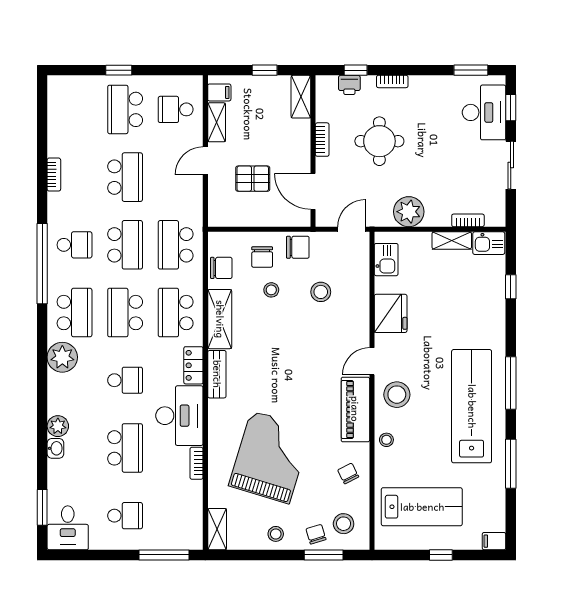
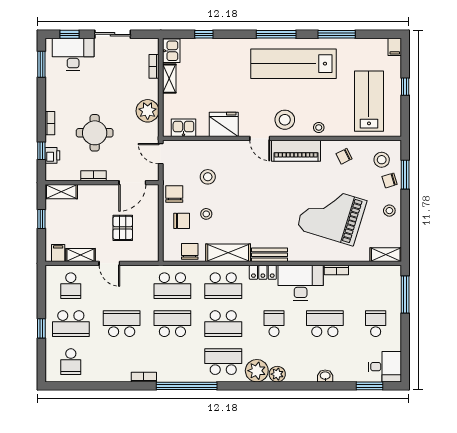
bookcase: (54, 175) -> (144, 377), moved
school desk: (74, 245) -> (71, 362), moved, turned 180
plant: (58, 426) -> (277, 374), moved

